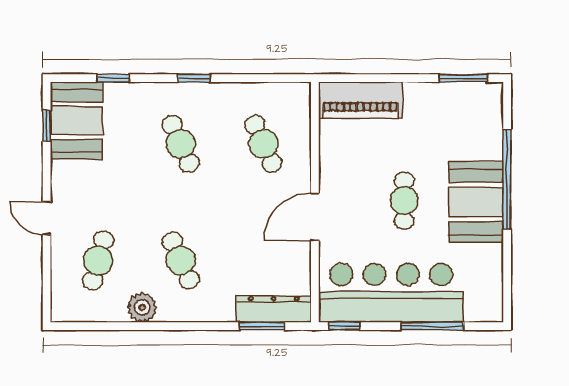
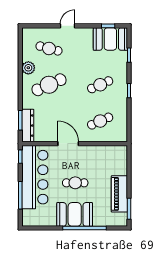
piano: (360, 100) -> (119, 194), moved
cafe table: (181, 260) -> (49, 85), width x1.37, depth x1.35

